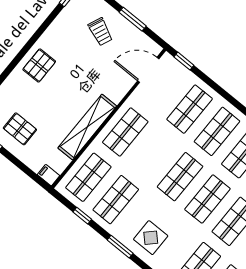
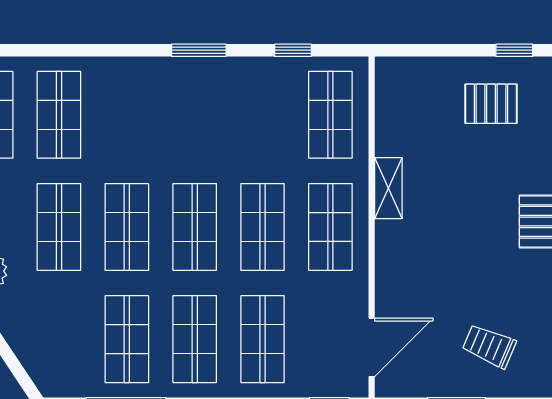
shelving: (87, 127) -> (388, 188), width x0.45, depth x0.75
filing cabinet: (49, 175) -> (392, 70), removed
shop shelf: (116, 200) -> (263, 227), moved
display table: (151, 238) -> (164, 101), removed

